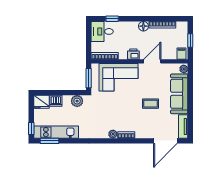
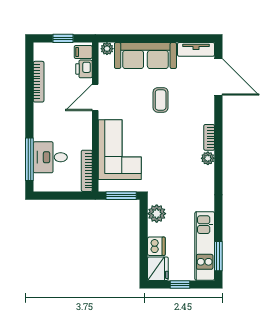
window: (112, 19) -> (29, 159), width x2.17
floor lamp: (143, 26) -> (41, 111), removed
desk: (102, 31) -> (50, 157), moved, turned 90
printer: (133, 54) -> (84, 69), moved
door: (152, 61) -> (95, 97), hinge flipped
window: (31, 128) -> (180, 284), moved

